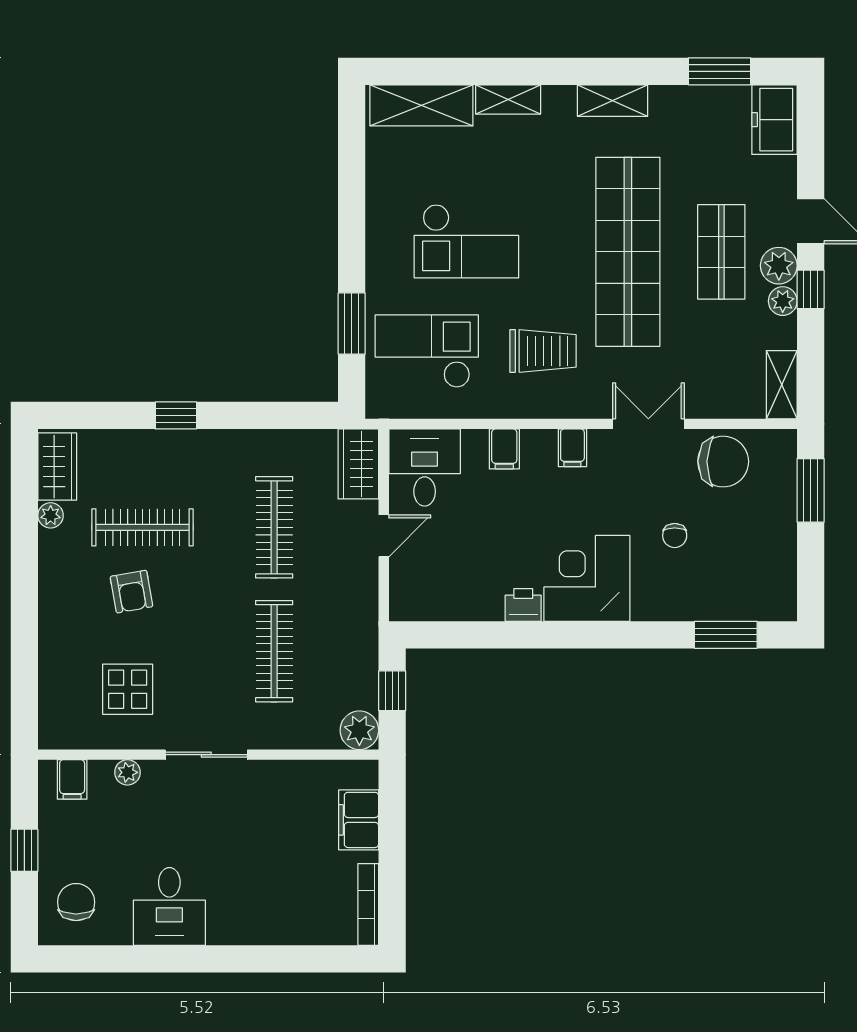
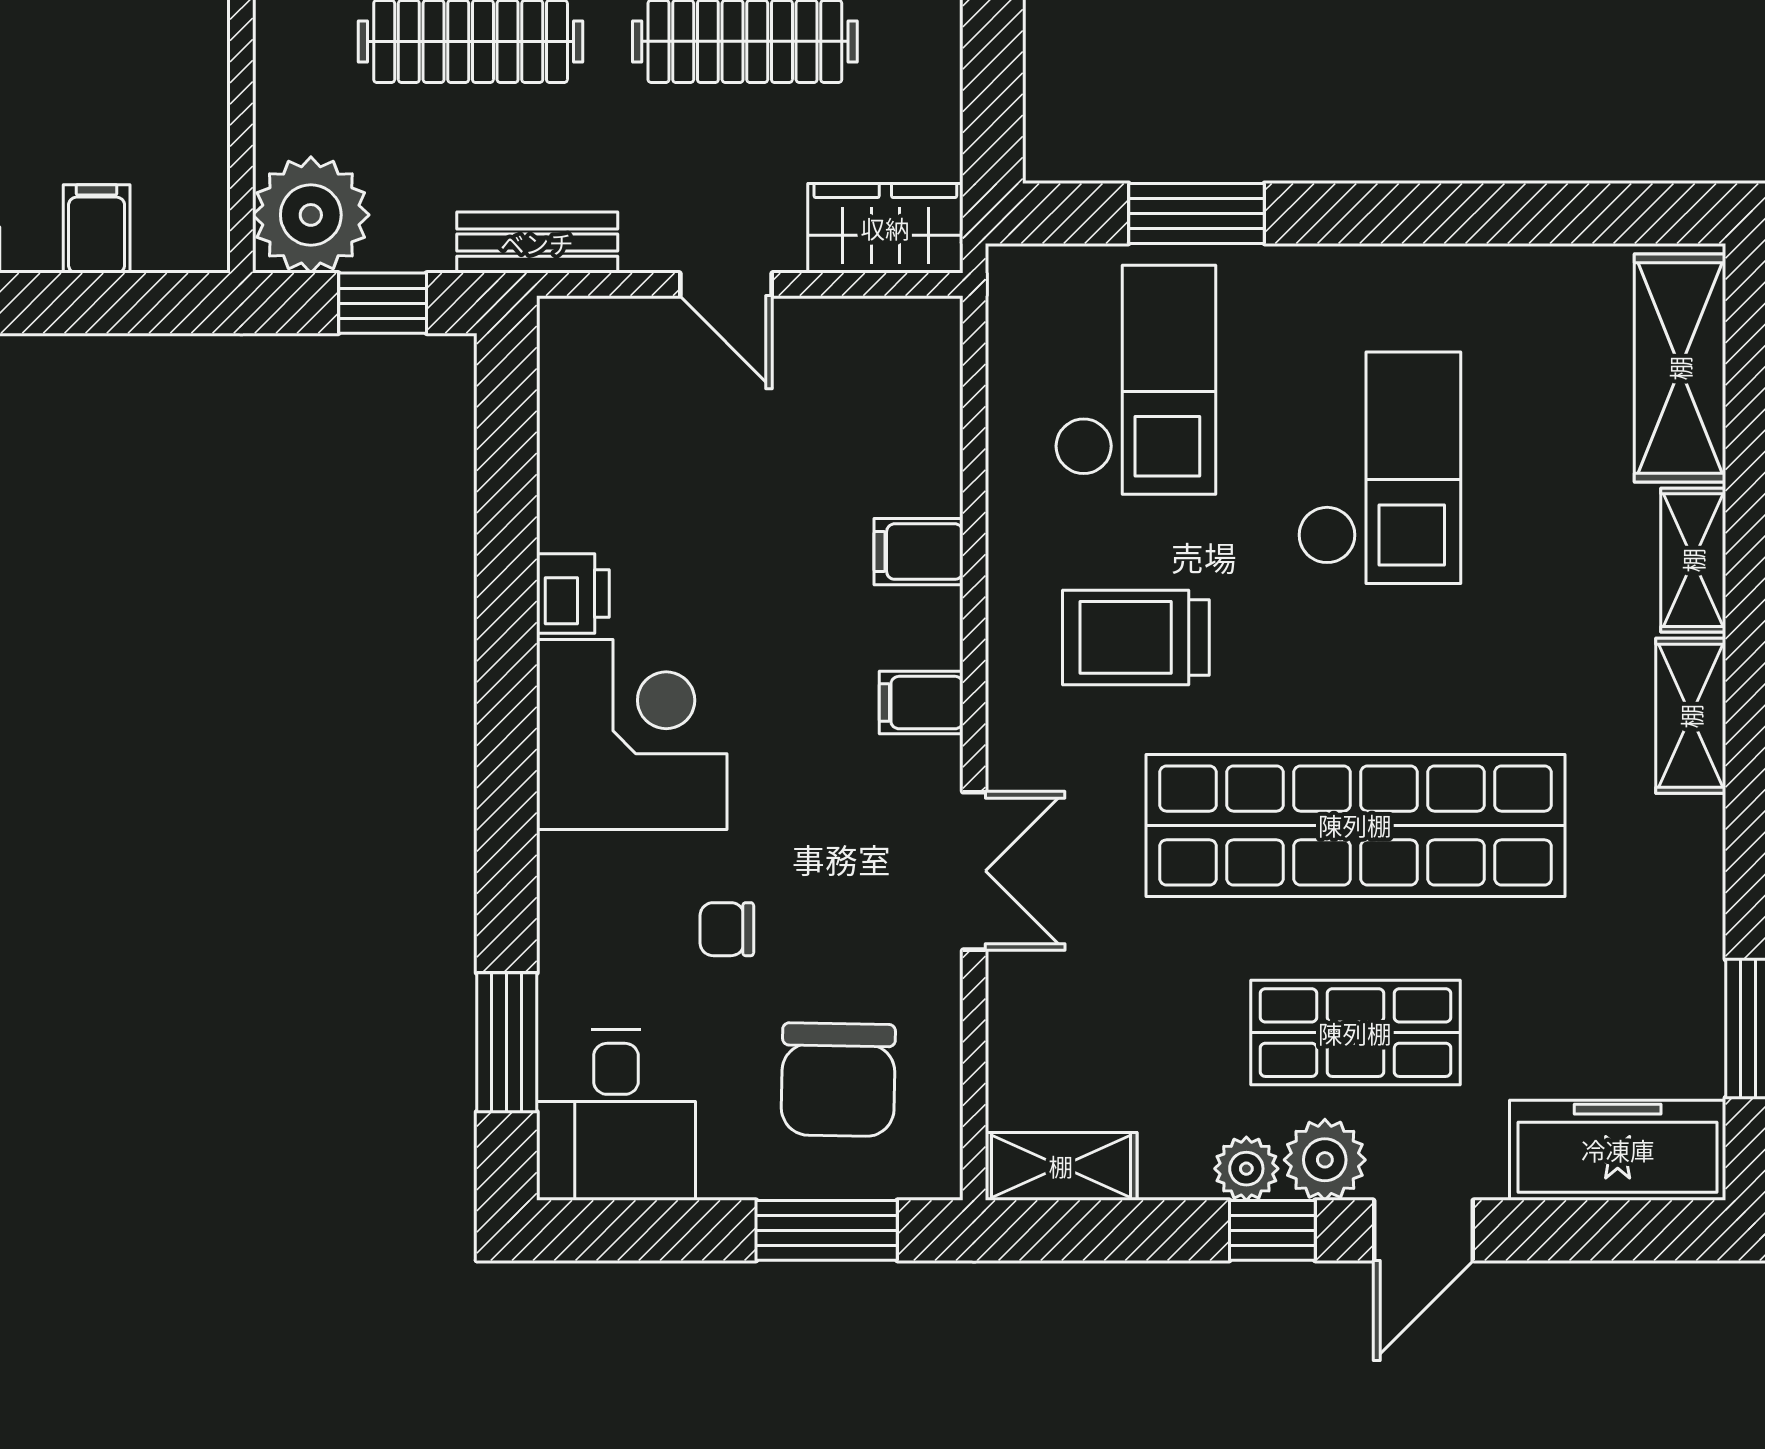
shelving: (613, 101) -> (1691, 716), moved
freezer: (774, 120) -> (1618, 1150), width x1.40
checkout: (466, 241) -> (1379, 468), turned 180
trolley: (543, 351) -> (1136, 637), turned 90
chair: (723, 462) -> (838, 1080), moved
desk: (425, 468) -> (616, 1115), moved, turned 90
bench: (365, 621) -> (537, 243), added
plant: (359, 730) -> (311, 215), width x1.36, depth x1.36
filing cabinet: (359, 820) -> (97, 229), width x0.50

